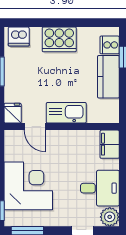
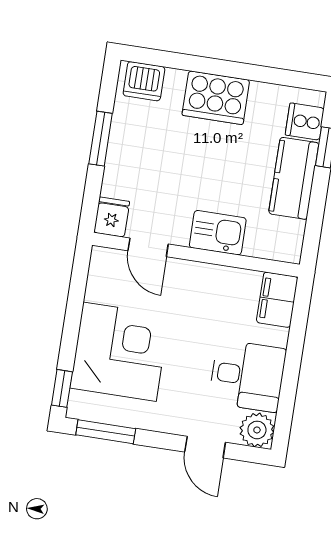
kitchen sink: (66, 113) -> (218, 233), width x0.73

